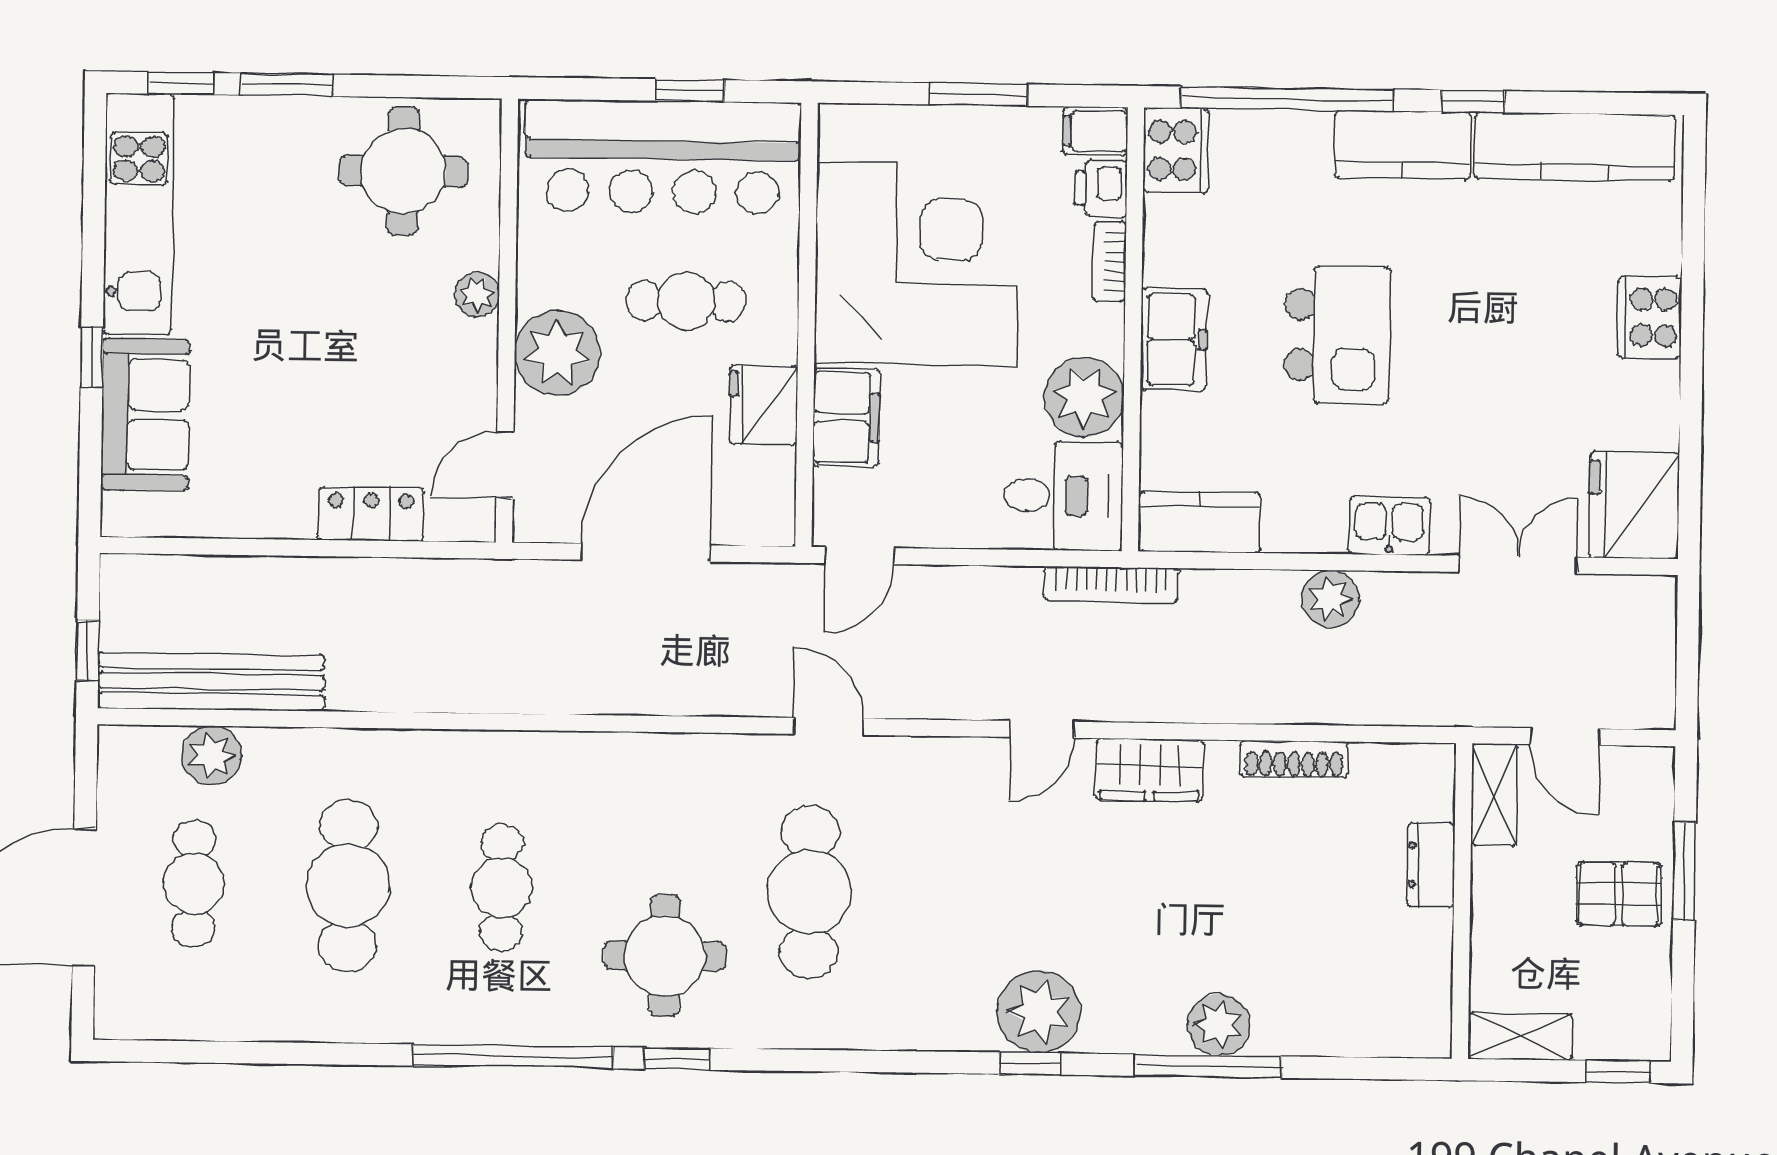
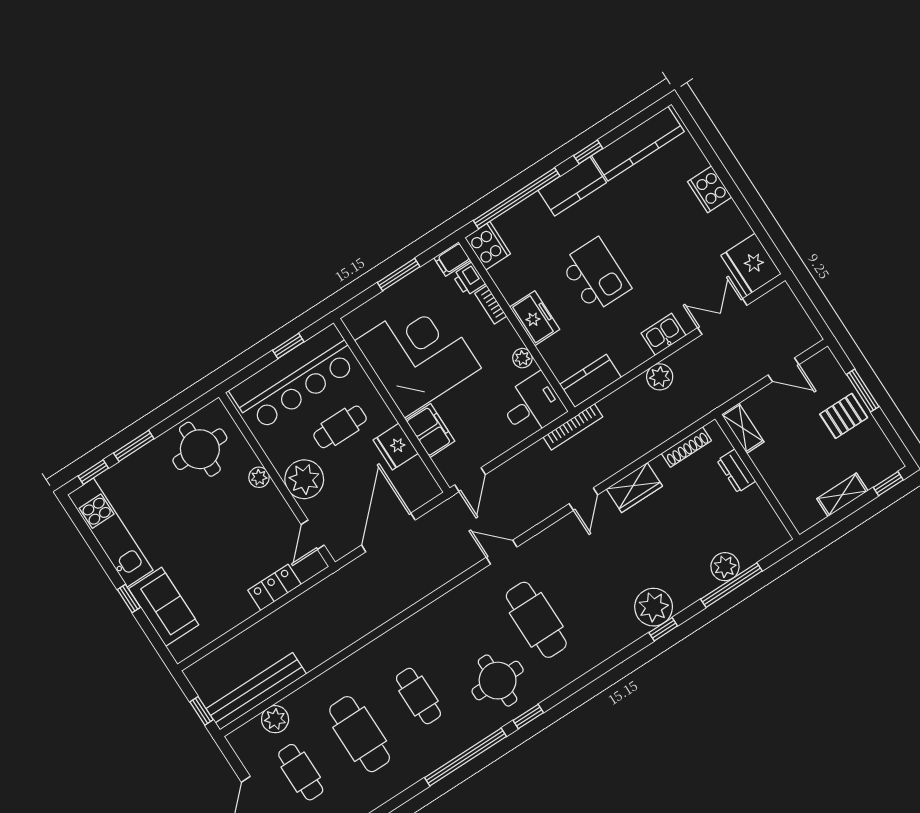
plant: (1084, 397) -> (522, 358), width x0.53, depth x0.53
shelving: (1494, 795) -> (743, 428), moved
dresser: (1431, 865) -> (736, 471), moved
wall: (1462, 901) -> (757, 477), moved

